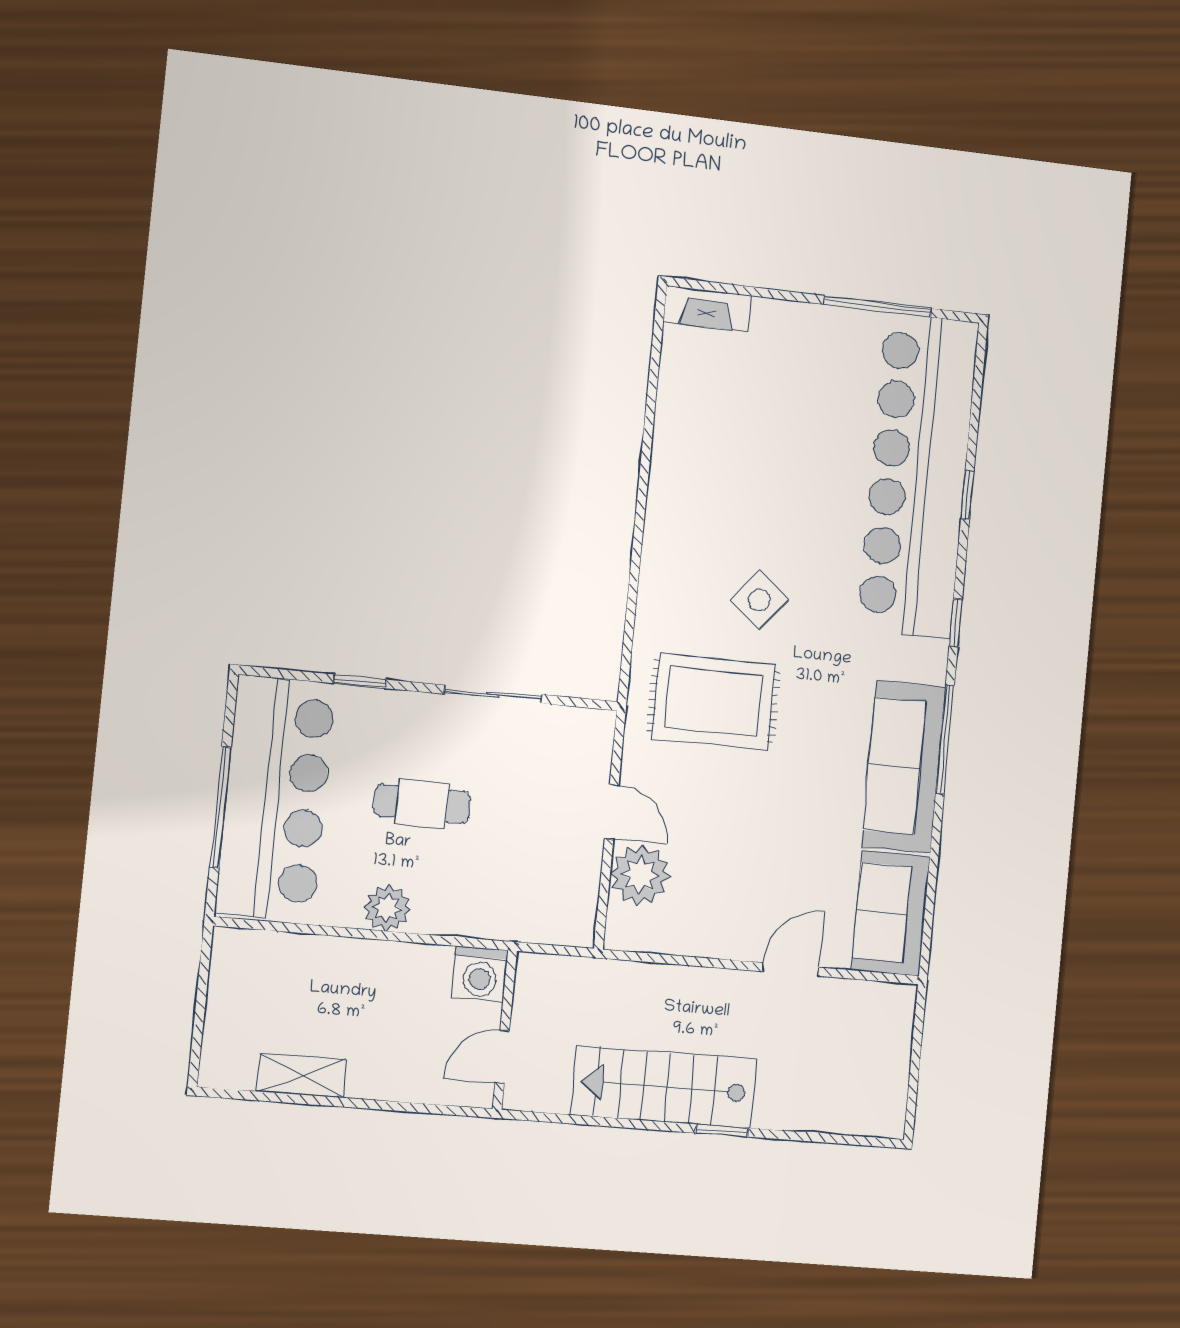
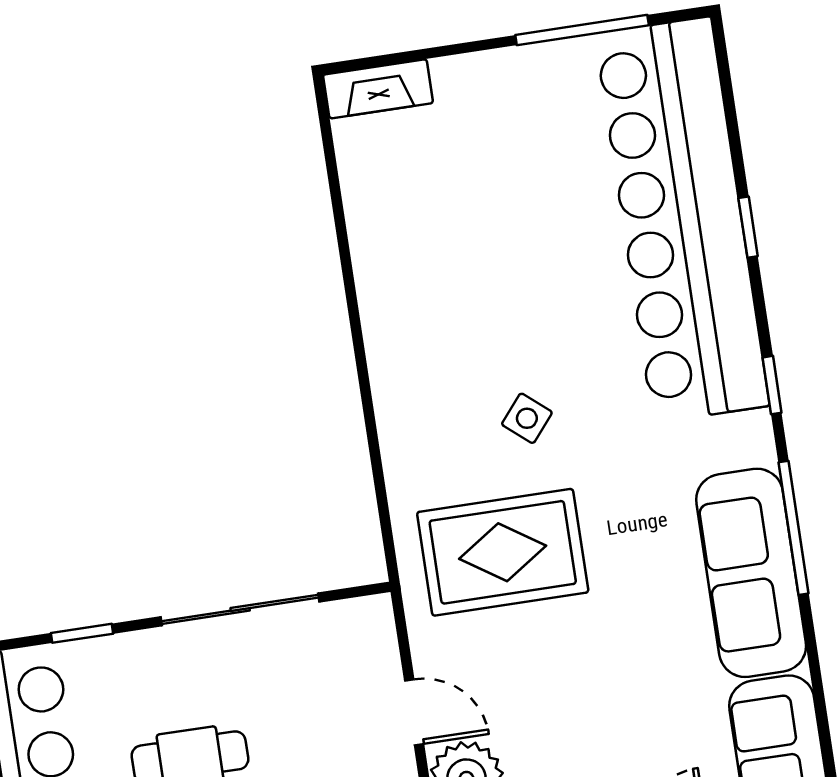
side table: (759, 600) -> (527, 418), width x0.73, depth x0.73
sliding door: (493, 694) -> (240, 609), width x1.37

